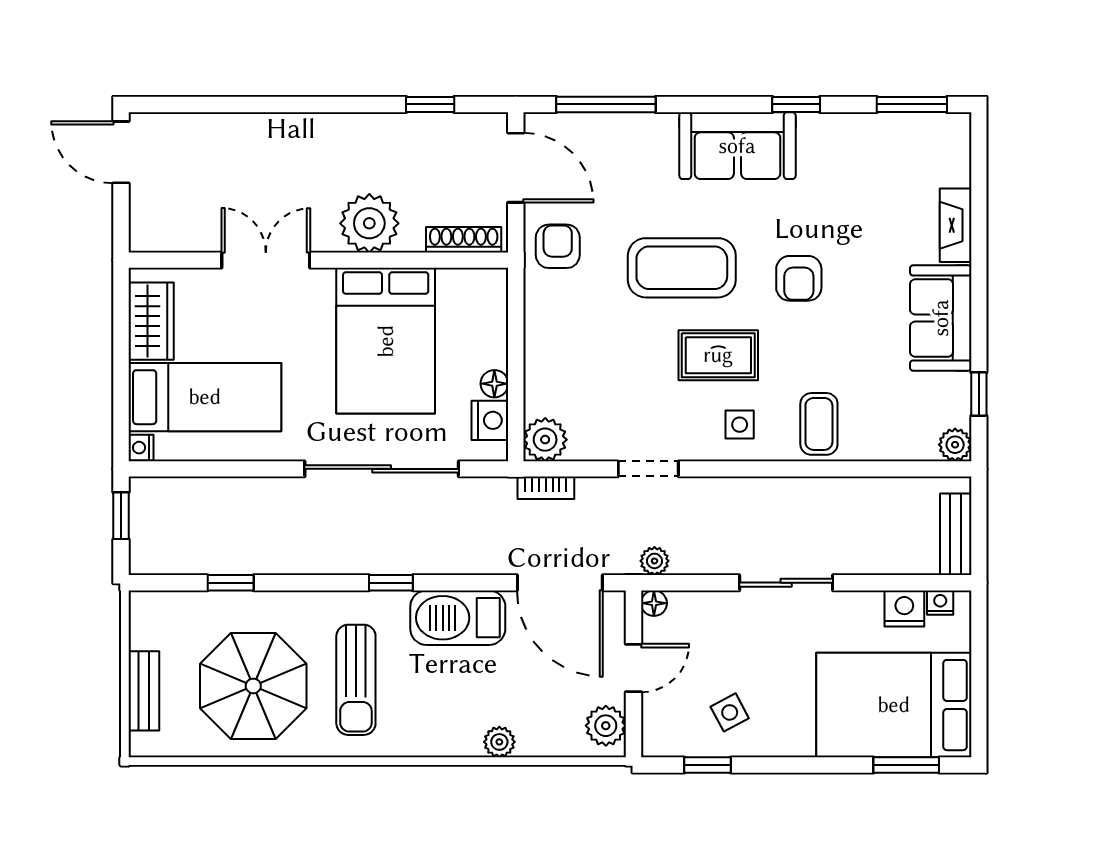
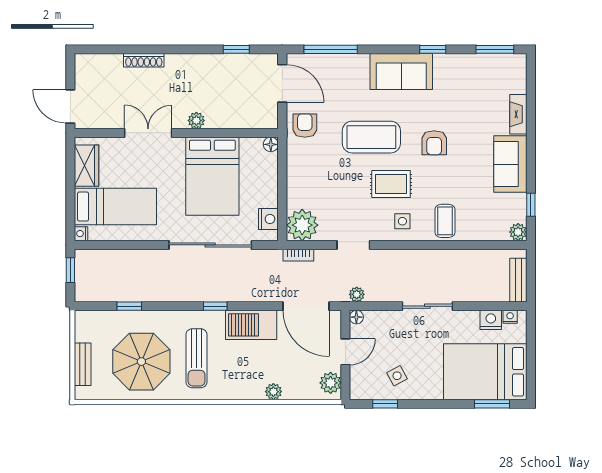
door: (121, 152) -> (70, 106), moved
plant: (369, 223) -> (196, 120), width x0.53, depth x0.53
shoe rack: (464, 240) -> (144, 60), moved, turned 180
floor lamp: (494, 384) -> (271, 144), moved
plant: (545, 440) -> (302, 225), width x1.36, depth x1.36

